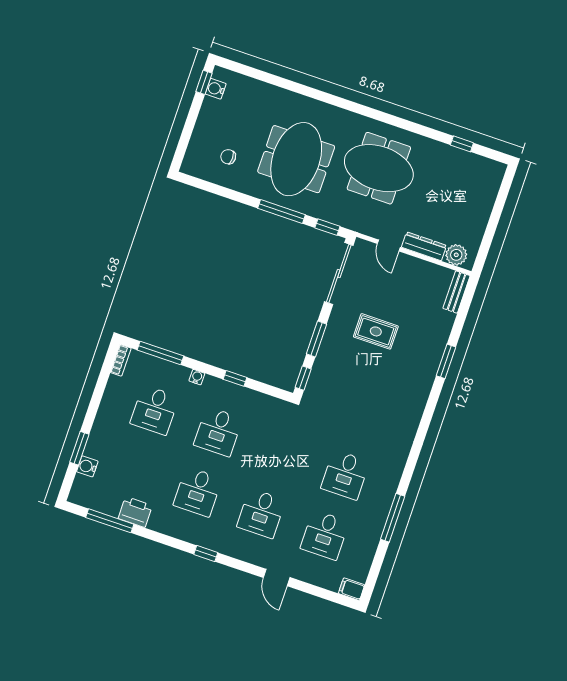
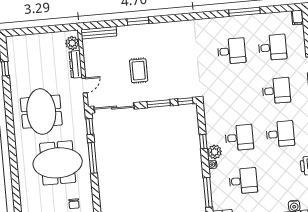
bench: (456, 292) -> (99, 33), width x1.36
plant: (213, 388) -> (215, 152), added

